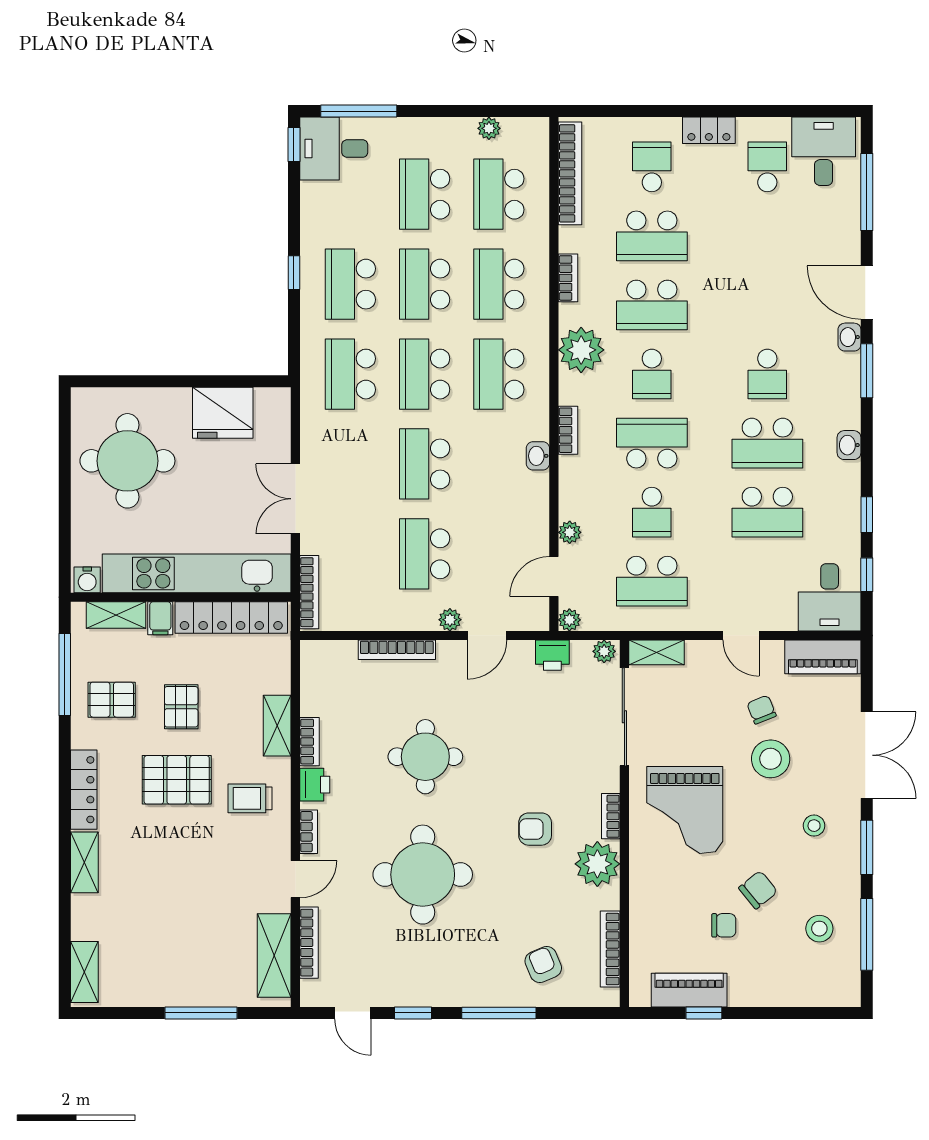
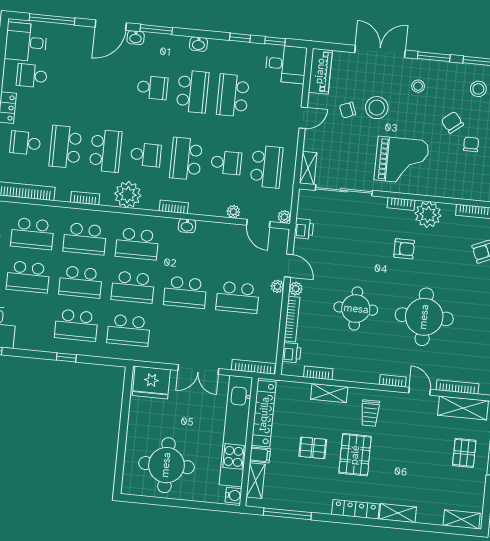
school desk: (652, 236) -> (65, 147), turned 180
fridge: (223, 413) -> (151, 382), moved, turned 90
school desk: (767, 512) -> (233, 95), turned 180
plant: (604, 651) -> (296, 289), moved
pallet: (112, 700) -> (464, 453), moved
bookcase: (309, 742) -> (318, 373), moved
printer: (315, 785) -> (292, 353), moved, turned 90
armchair: (535, 829) -> (404, 249), turned -90

